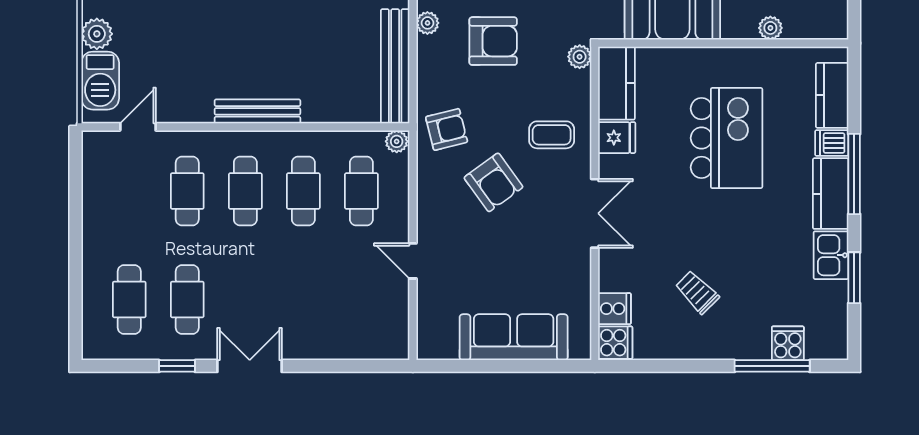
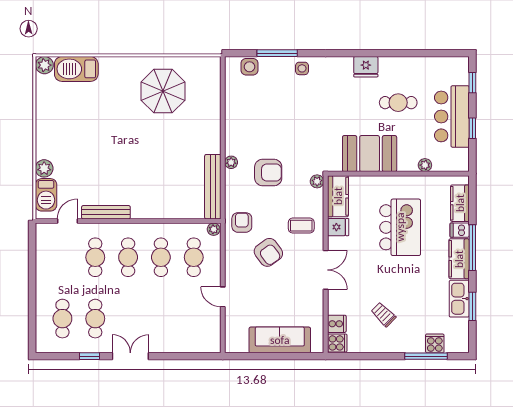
bench: (257, 111) -> (106, 212), moved
armchair: (447, 129) -> (242, 222), turned -76
kitchen sink: (831, 255) -> (459, 299), width x1.38

